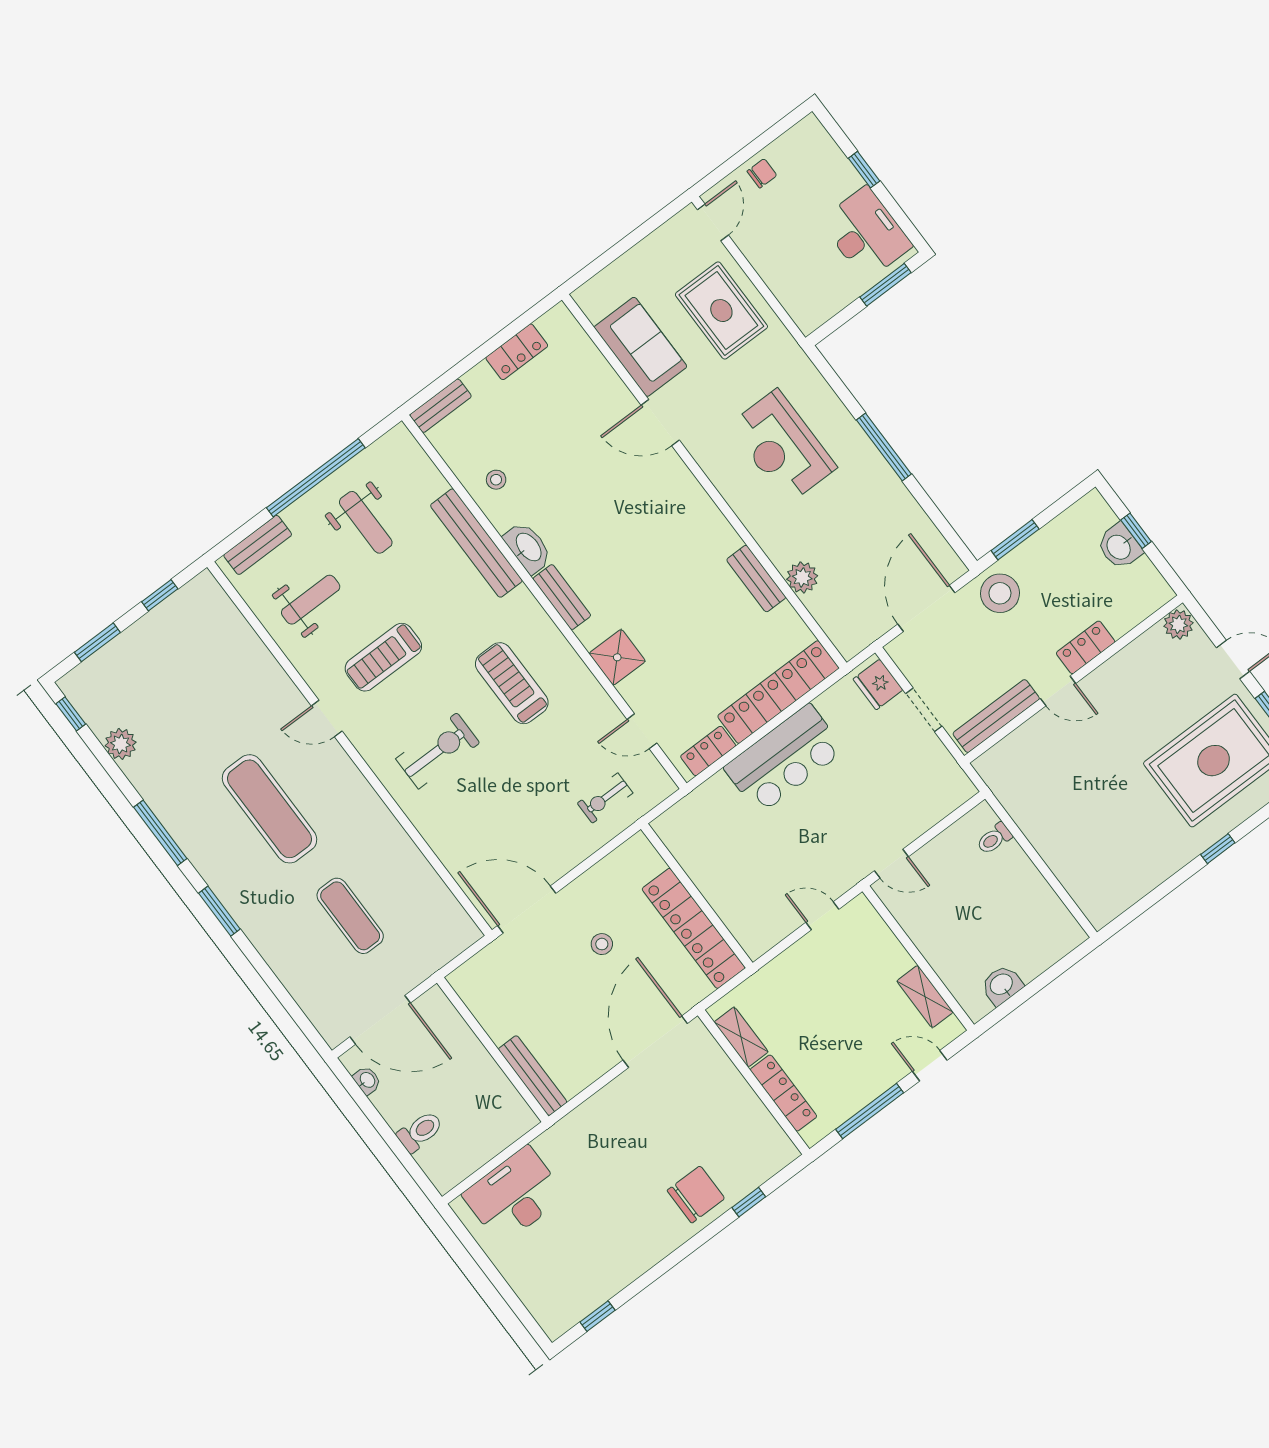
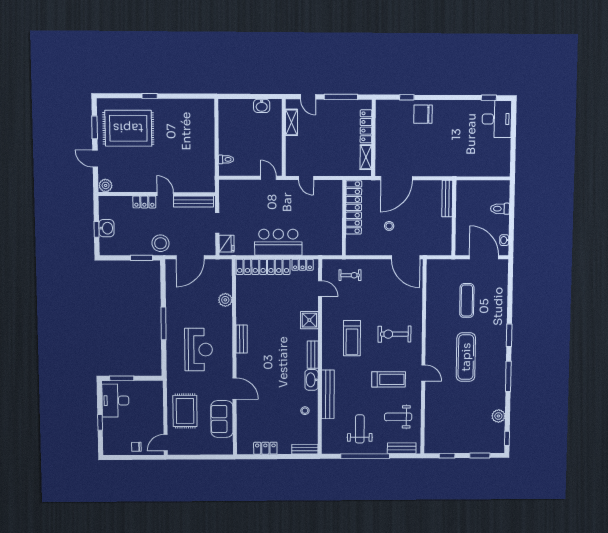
bench: (756, 579) -> (242, 339), moved
desk: (514, 1195) -> (497, 119), moved, turned -90

